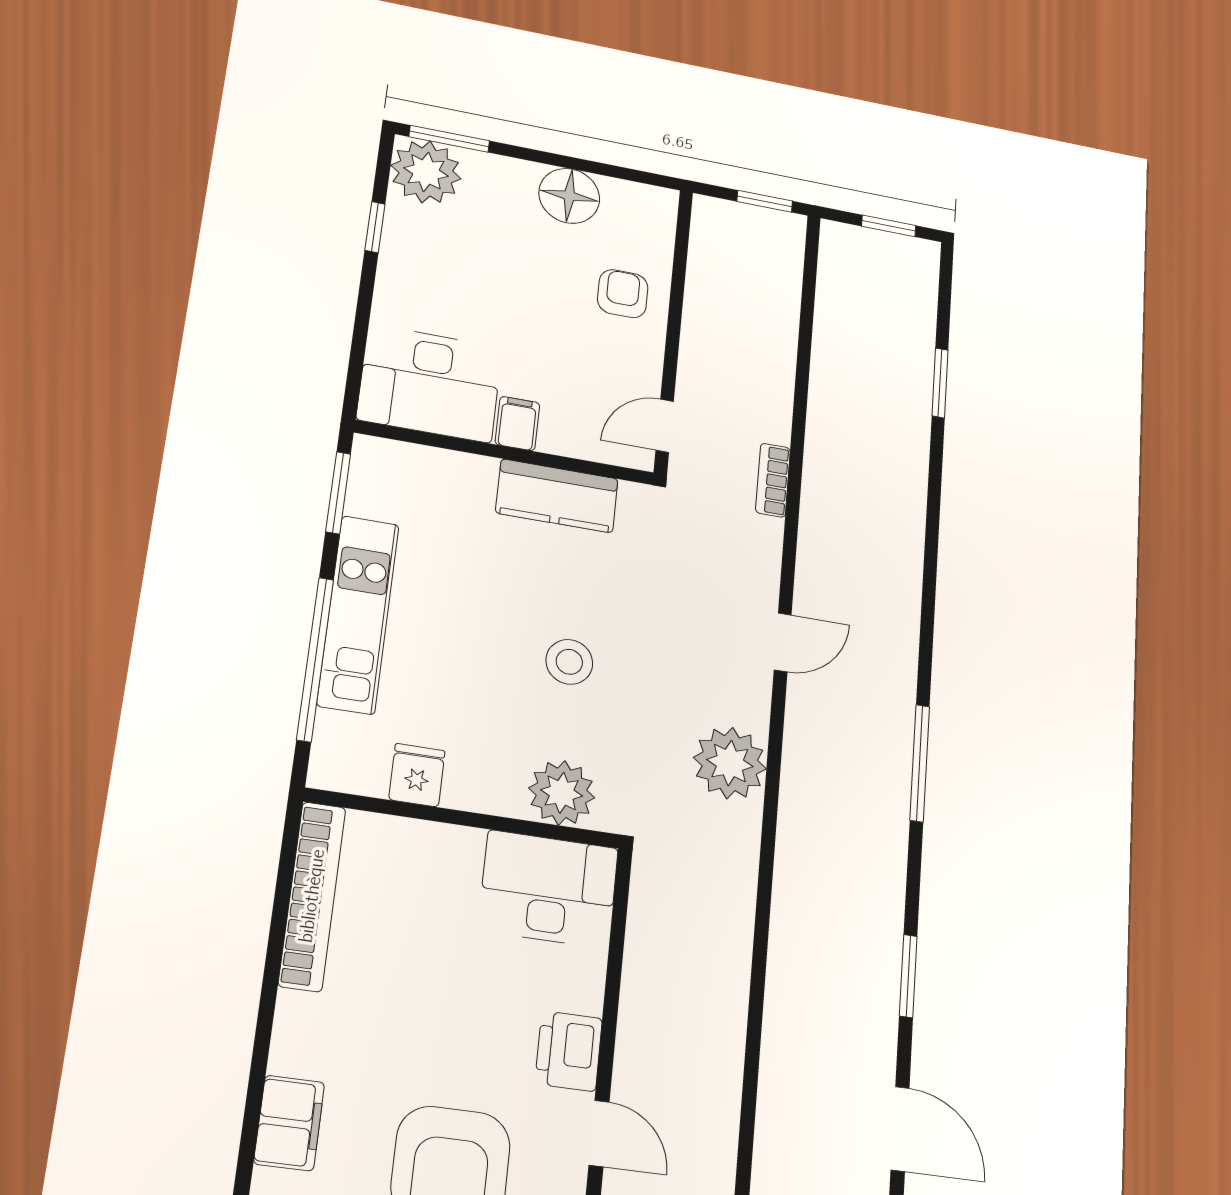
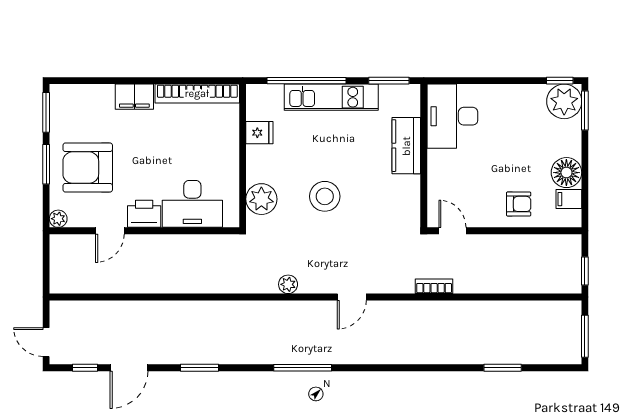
window: (889, 226) -> (585, 336), width x1.50
window: (375, 227) -> (560, 81), moved
filing cabinet: (517, 424) -> (569, 199), moved, turned 180
kitchen counter: (557, 496) -> (406, 146), moved
door: (783, 642) -> (352, 297), hinge flipped
stool: (569, 662) -> (325, 196), width x1.38, depth x1.38
plant: (730, 763) -> (288, 284), width x0.53, depth x0.53
desk: (548, 889) -> (192, 204), moved, turned 90
filing cabinet: (289, 1123) -> (134, 97), moved

